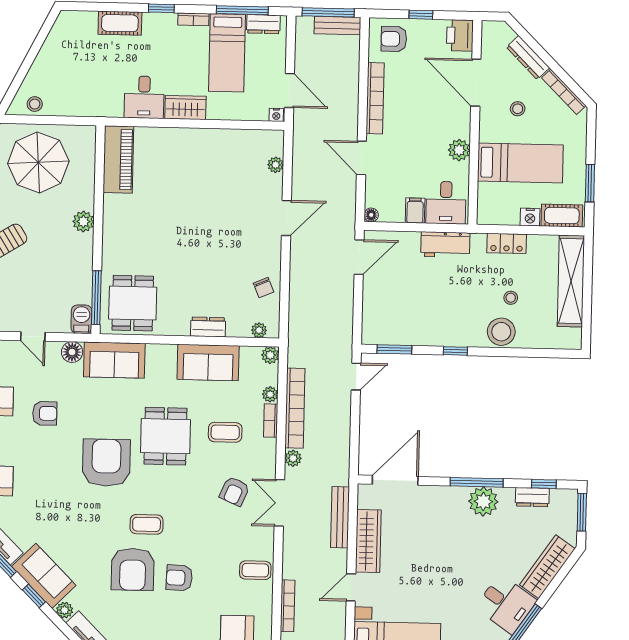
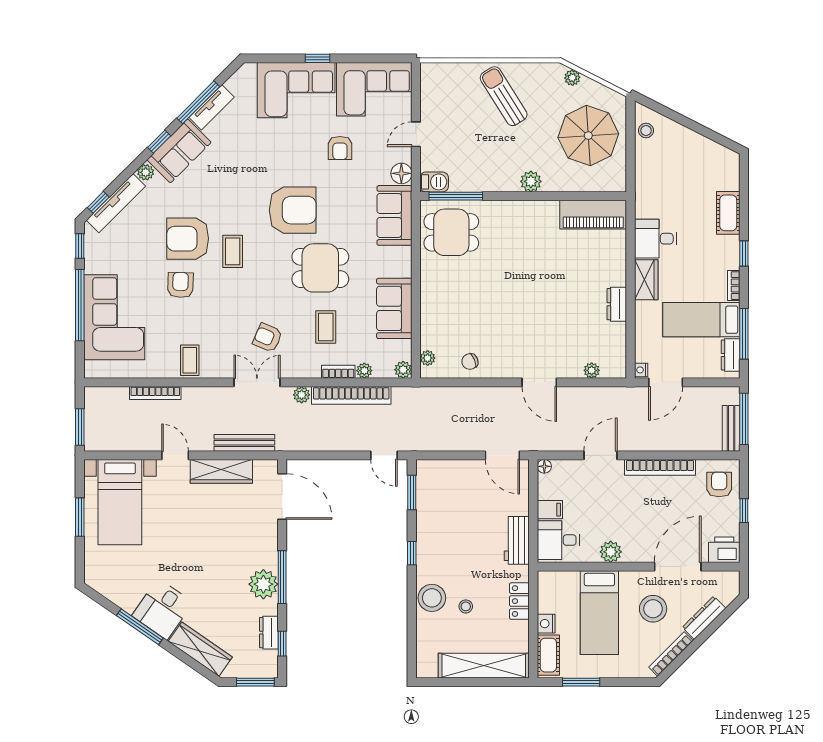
stool: (518, 109) -> (653, 609), width x1.89, depth x1.89
dresser: (208, 327) -> (617, 304), moved, turned 180

